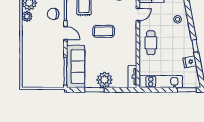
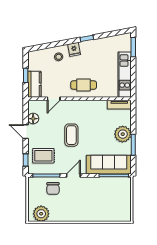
door: (138, 15) -> (54, 99), swing flipped
plant: (27, 16) -> (56, 216), removed
fridge: (190, 62) -> (74, 49), moved

